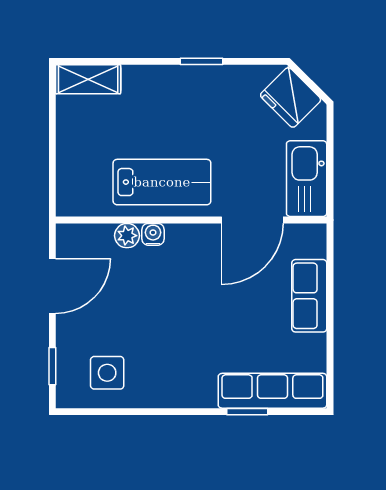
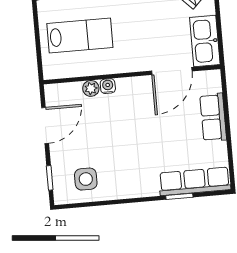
lab bench: (162, 182) -> (80, 35), moved

